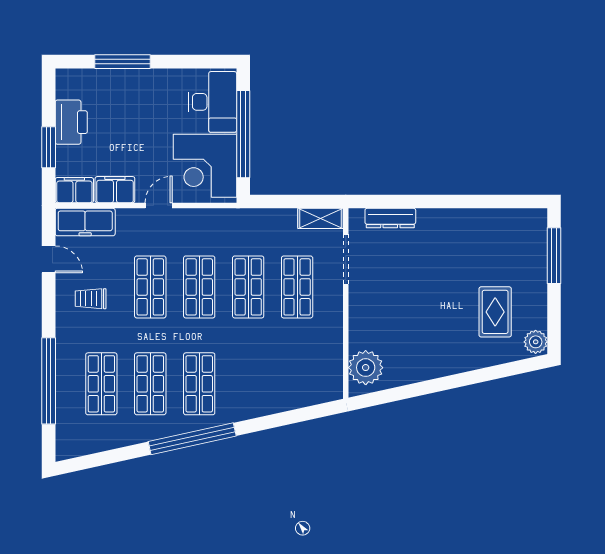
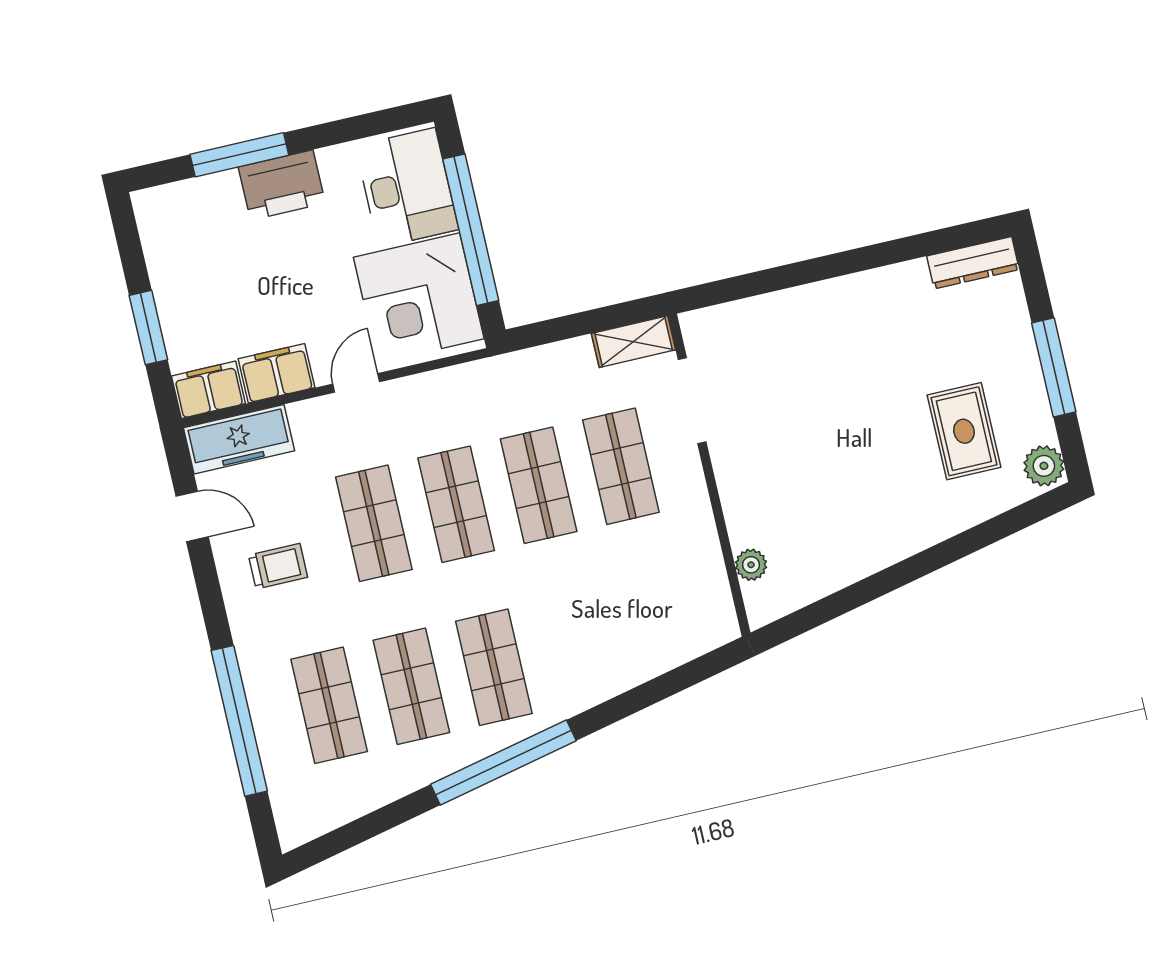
printer: (71, 122) -> (282, 185), moved, turned 90
dresser: (390, 218) -> (973, 263), moved
window: (554, 256) -> (1054, 367), moved
trolley: (91, 299) -> (278, 566), turned 180
plant: (366, 368) -> (751, 565), width x0.53, depth x0.53

